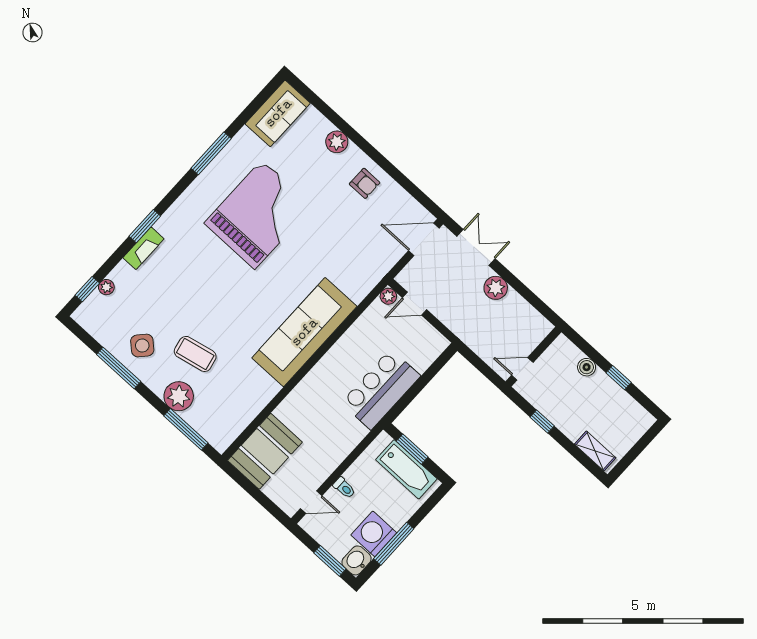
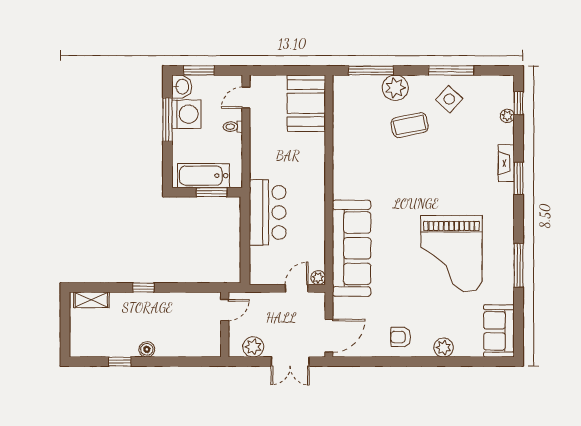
sofa: (304, 332) -> (352, 248), moved
wall: (533, 357) -> (225, 325), moved
door: (522, 369) -> (225, 310), moved

